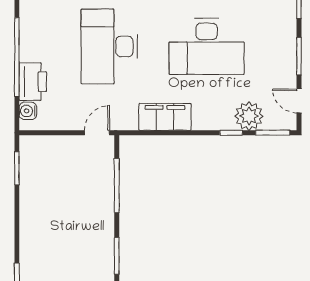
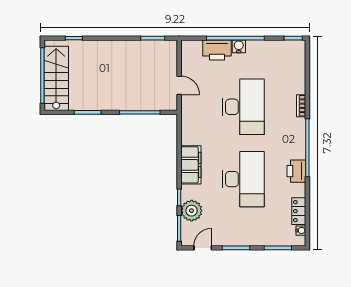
desk: (109, 46) -> (243, 107), turned 90
desk: (207, 46) -> (243, 179), turned 180
water cooler: (28, 111) -> (239, 46), moved
filing cabinet: (165, 117) -> (191, 165), moved
door: (97, 133) -> (179, 85), moved

